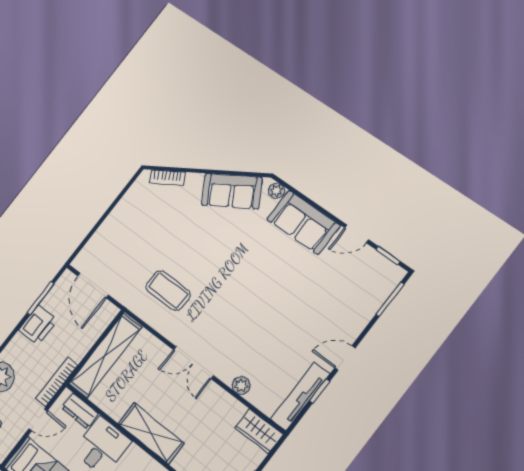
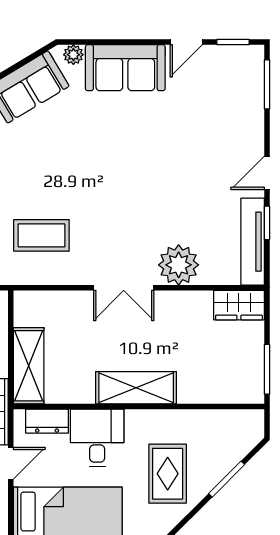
shelving: (105, 356) -> (29, 366), width x0.68
plant: (241, 385) -> (179, 265), width x1.87, depth x1.87

